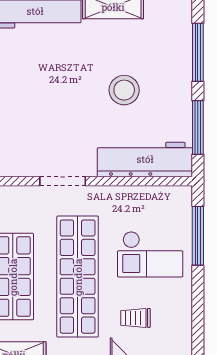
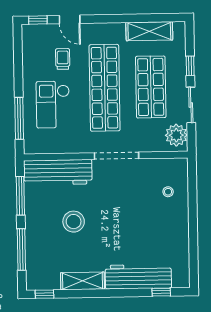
doorway: (63, 181) -> (116, 156), width x1.36
checkout: (150, 254) -> (53, 105), turned -90
trolley: (135, 318) -> (63, 59), turned -90

